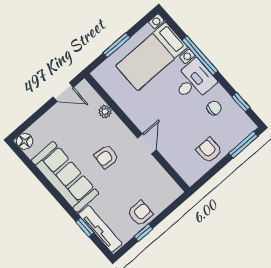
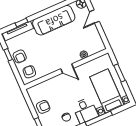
door: (63, 92) -> (94, 16), moved
door: (147, 144) -> (67, 69), moved
armchair: (106, 157) -> (29, 72), moved

